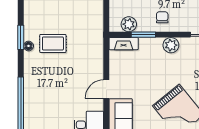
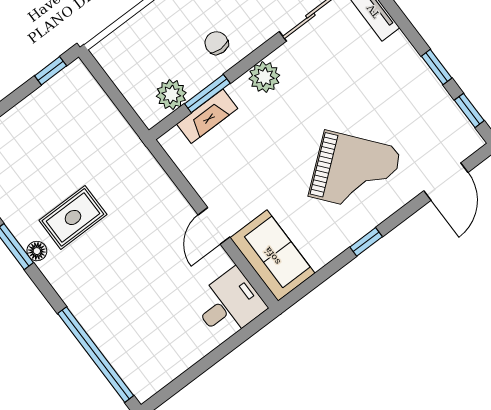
fireplace: (124, 44) -> (207, 116), moved

